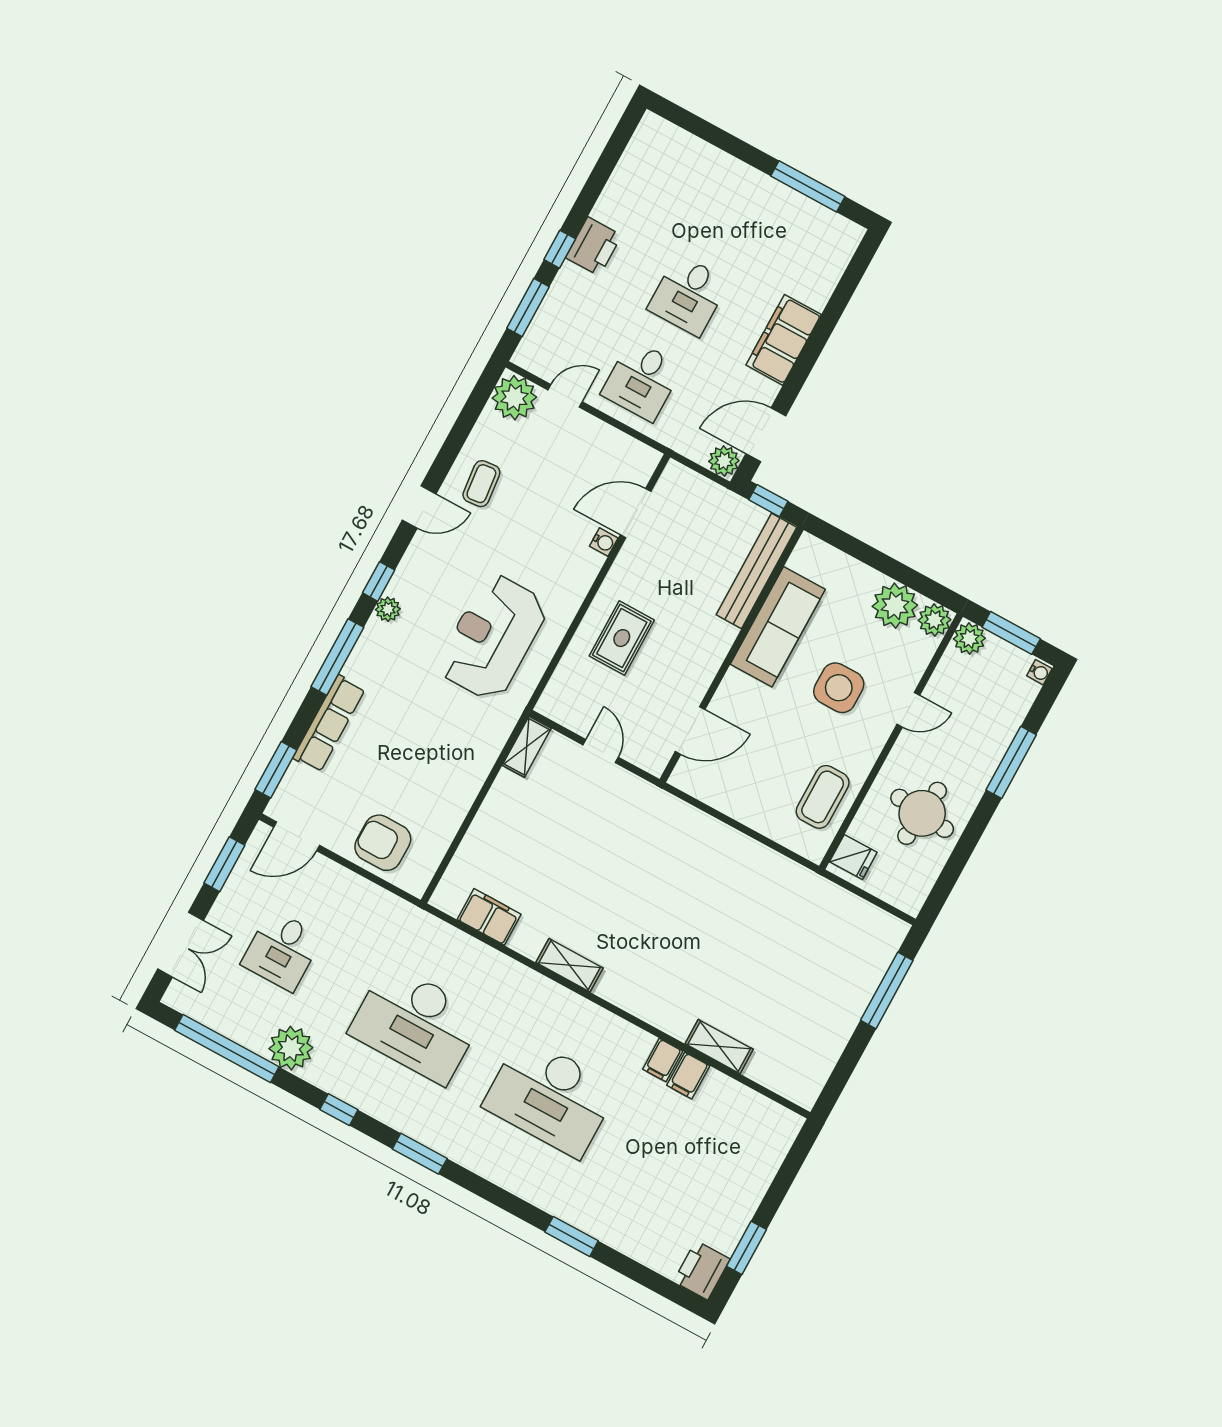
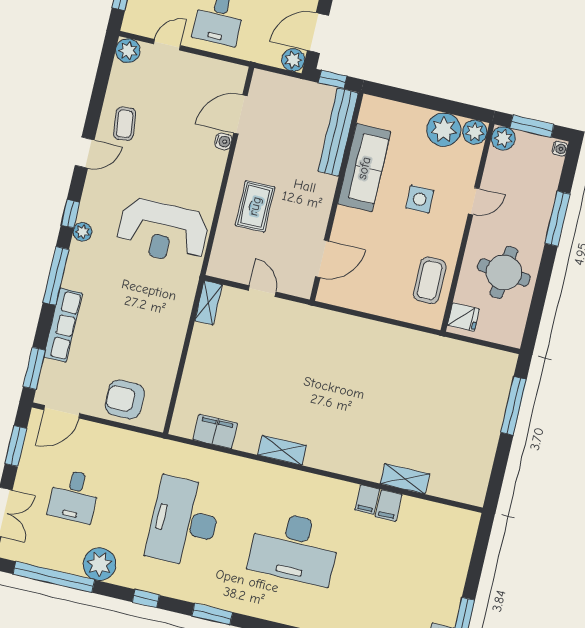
plant: (514, 398) -> (128, 51), width x0.73, depth x0.73
reception desk: (493, 637) -> (163, 231), turned -90
side table: (839, 688) -> (420, 199), width x0.73, depth x0.73
desk: (416, 1024) -> (184, 522), turned 90

